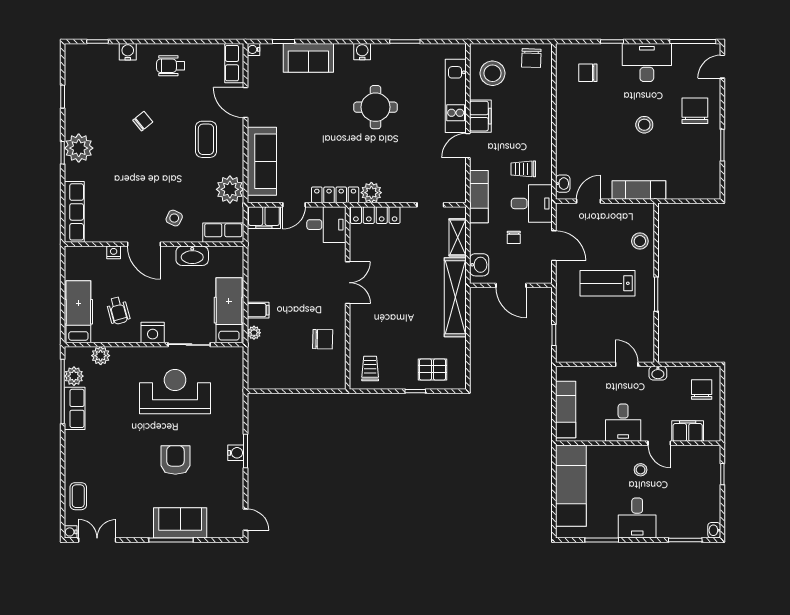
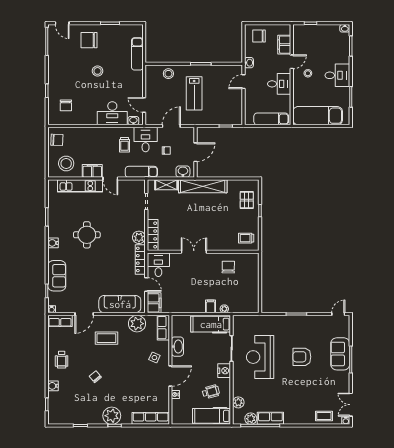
desk: (647, 63) -> (112, 113), moved, turned -90
exam couch: (639, 190) -> (137, 54), moved
water cooler: (236, 453) -> (298, 320), removed

